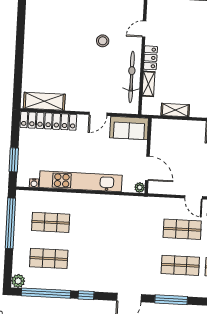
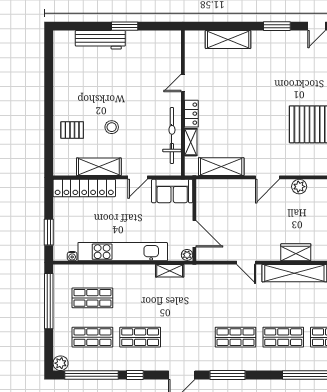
stool: (103, 41) -> (112, 127), moved
pallet: (40, 67) -> (72, 130), added
shelving: (44, 101) -> (99, 167), moved
shelving: (175, 110) -> (221, 167), width x1.50, depth x1.33
shelving: (123, 201) -> (170, 271), added
shop shelf: (182, 229) -> (140, 337), moved

